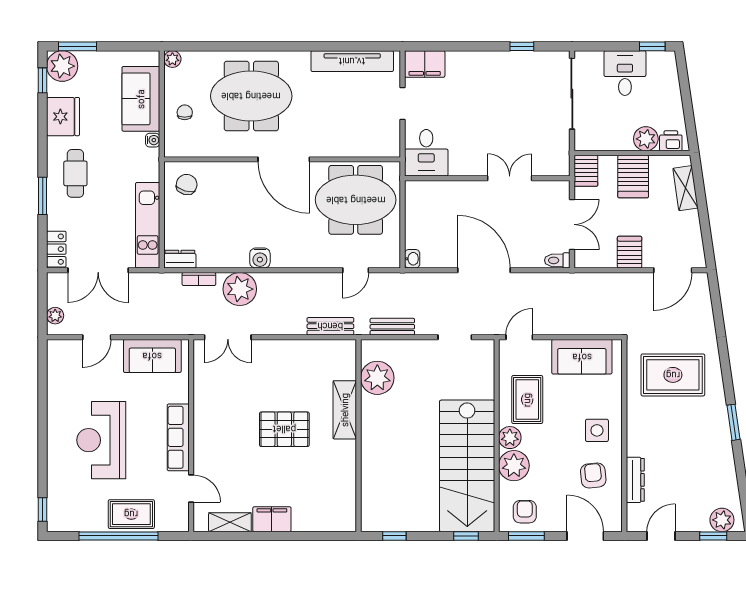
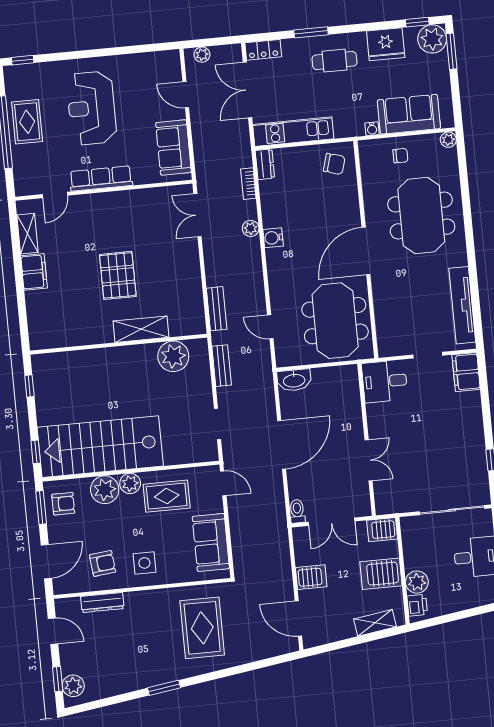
washbasin: (412, 259) -> (294, 380), width x1.91, depth x1.45
plant: (240, 289) -> (251, 228), width x0.53, depth x0.53
reception desk: (101, 440) -> (92, 108), turned -90
rug: (131, 514) -> (27, 122), moved

